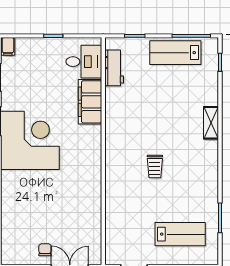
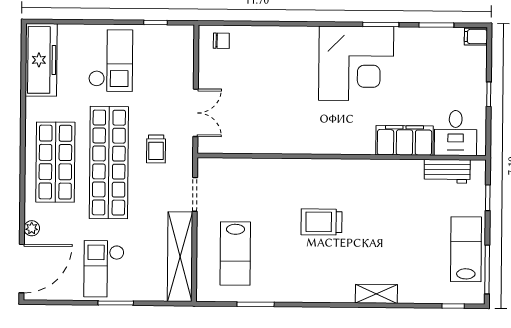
trolley: (155, 167) -> (321, 222), width x1.36, depth x1.39
chair: (45, 250) -> (221, 41), moved

